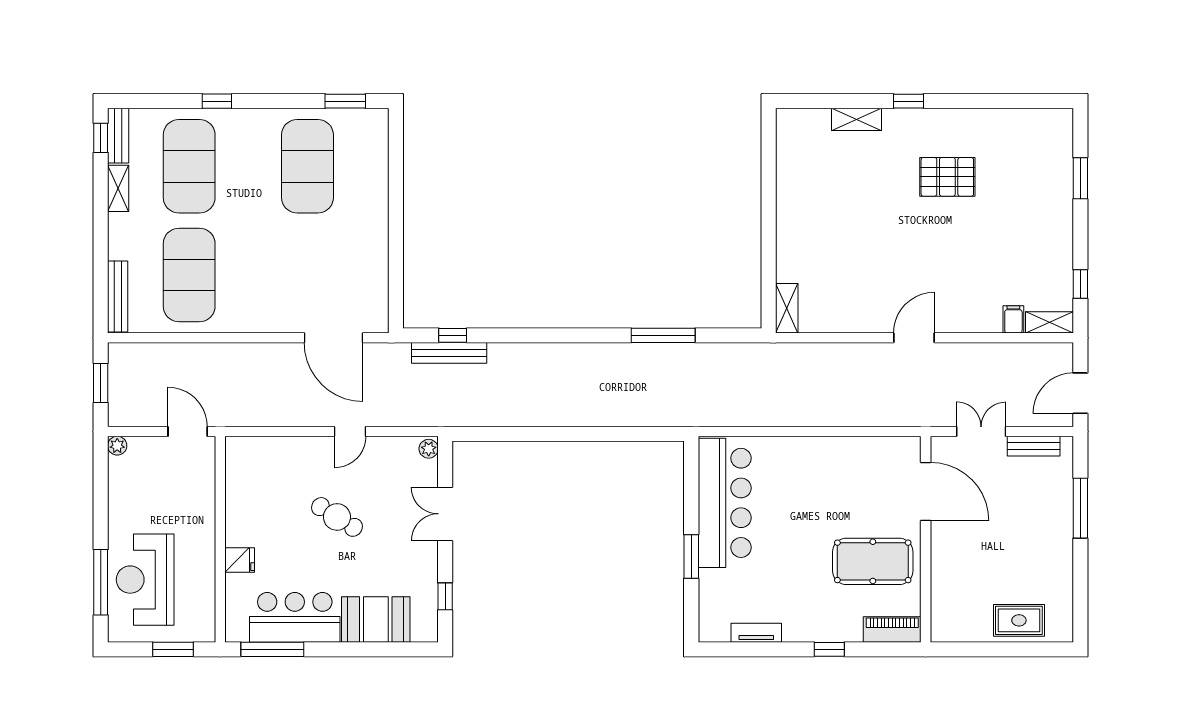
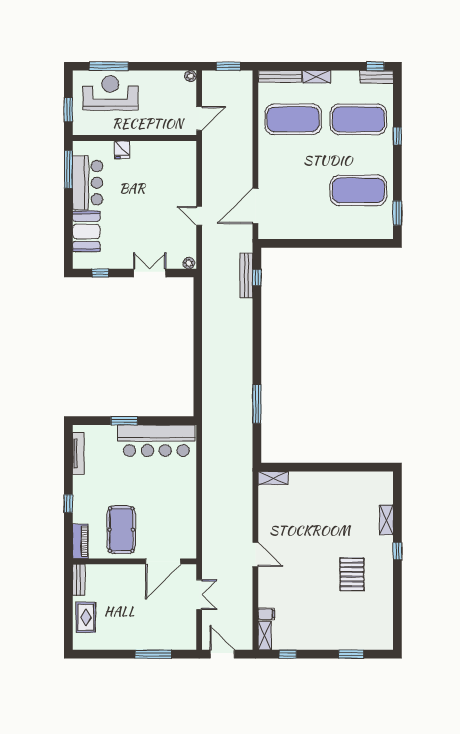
shelving: (118, 188) -> (317, 77), moved
bench: (1034, 446) -> (79, 580), moved
cafe table: (337, 517) -> (148, 208), removed
tv unit: (756, 633) -> (78, 453), width x1.41

